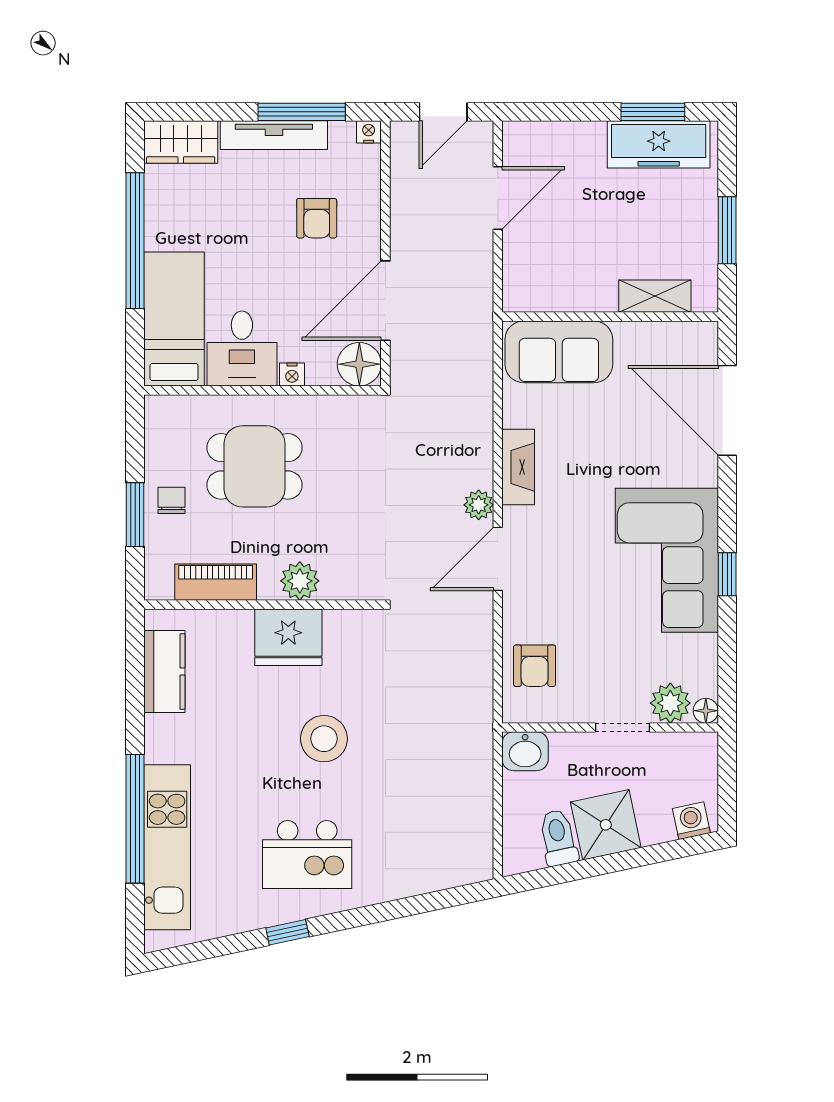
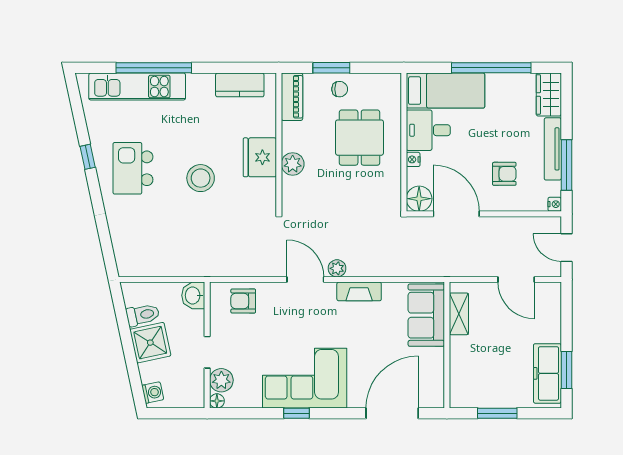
armchair: (317, 218) -> (504, 174), turned 180
shelving: (655, 296) -> (459, 314), moved
piano: (216, 582) -> (292, 97), moved

